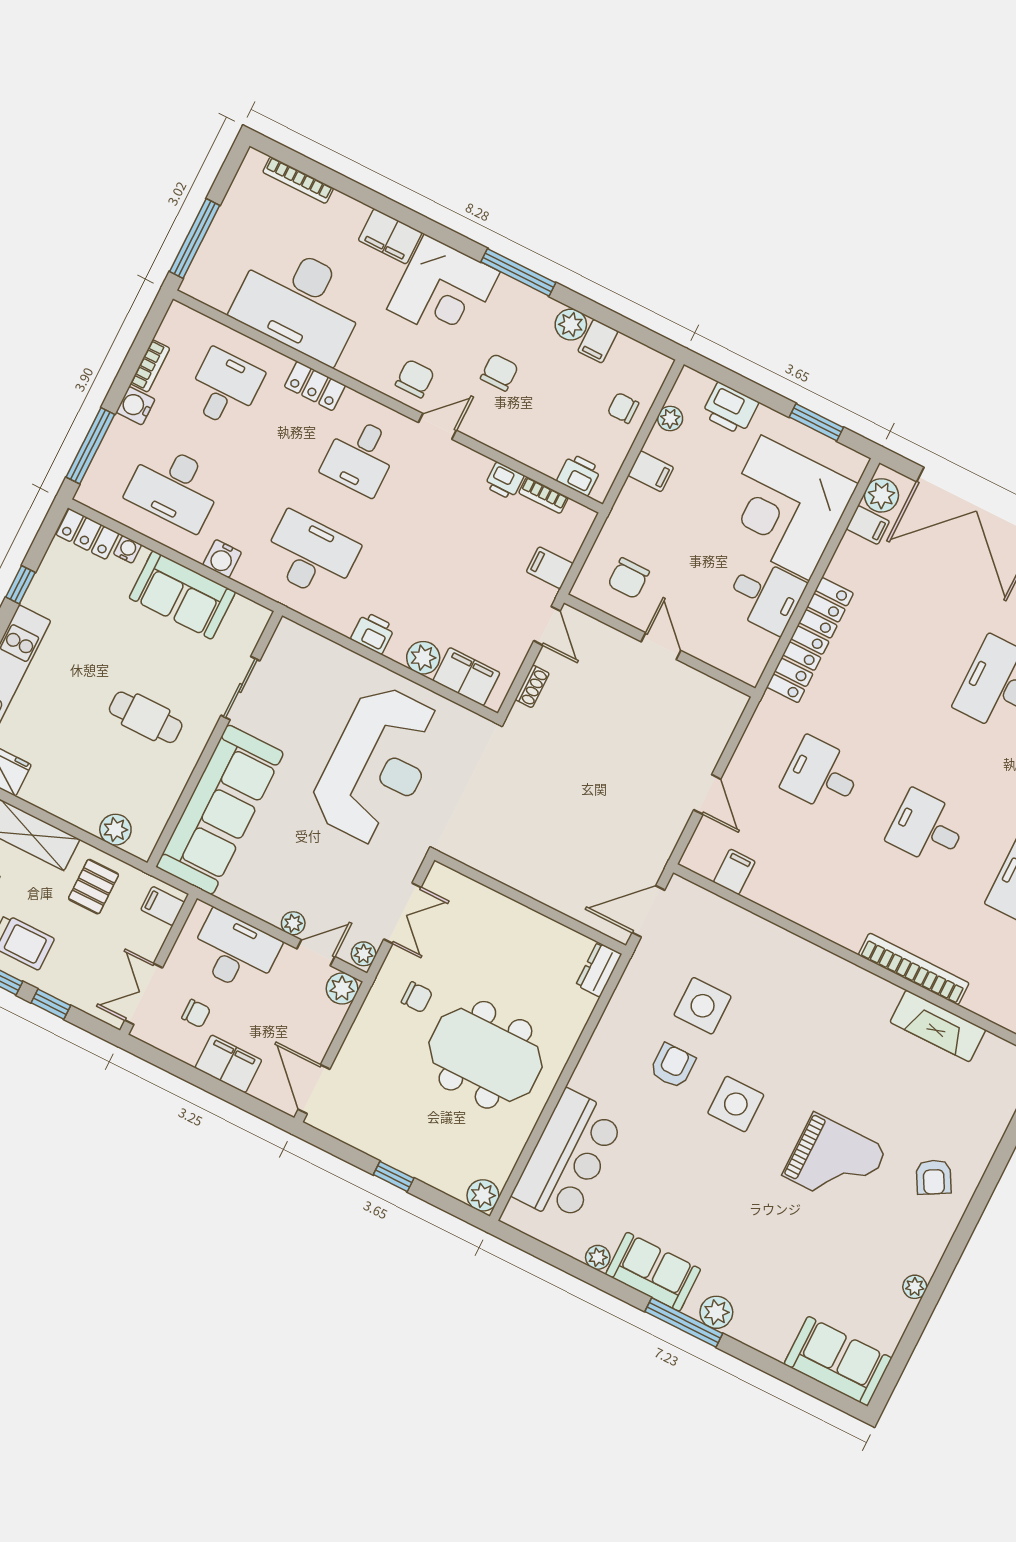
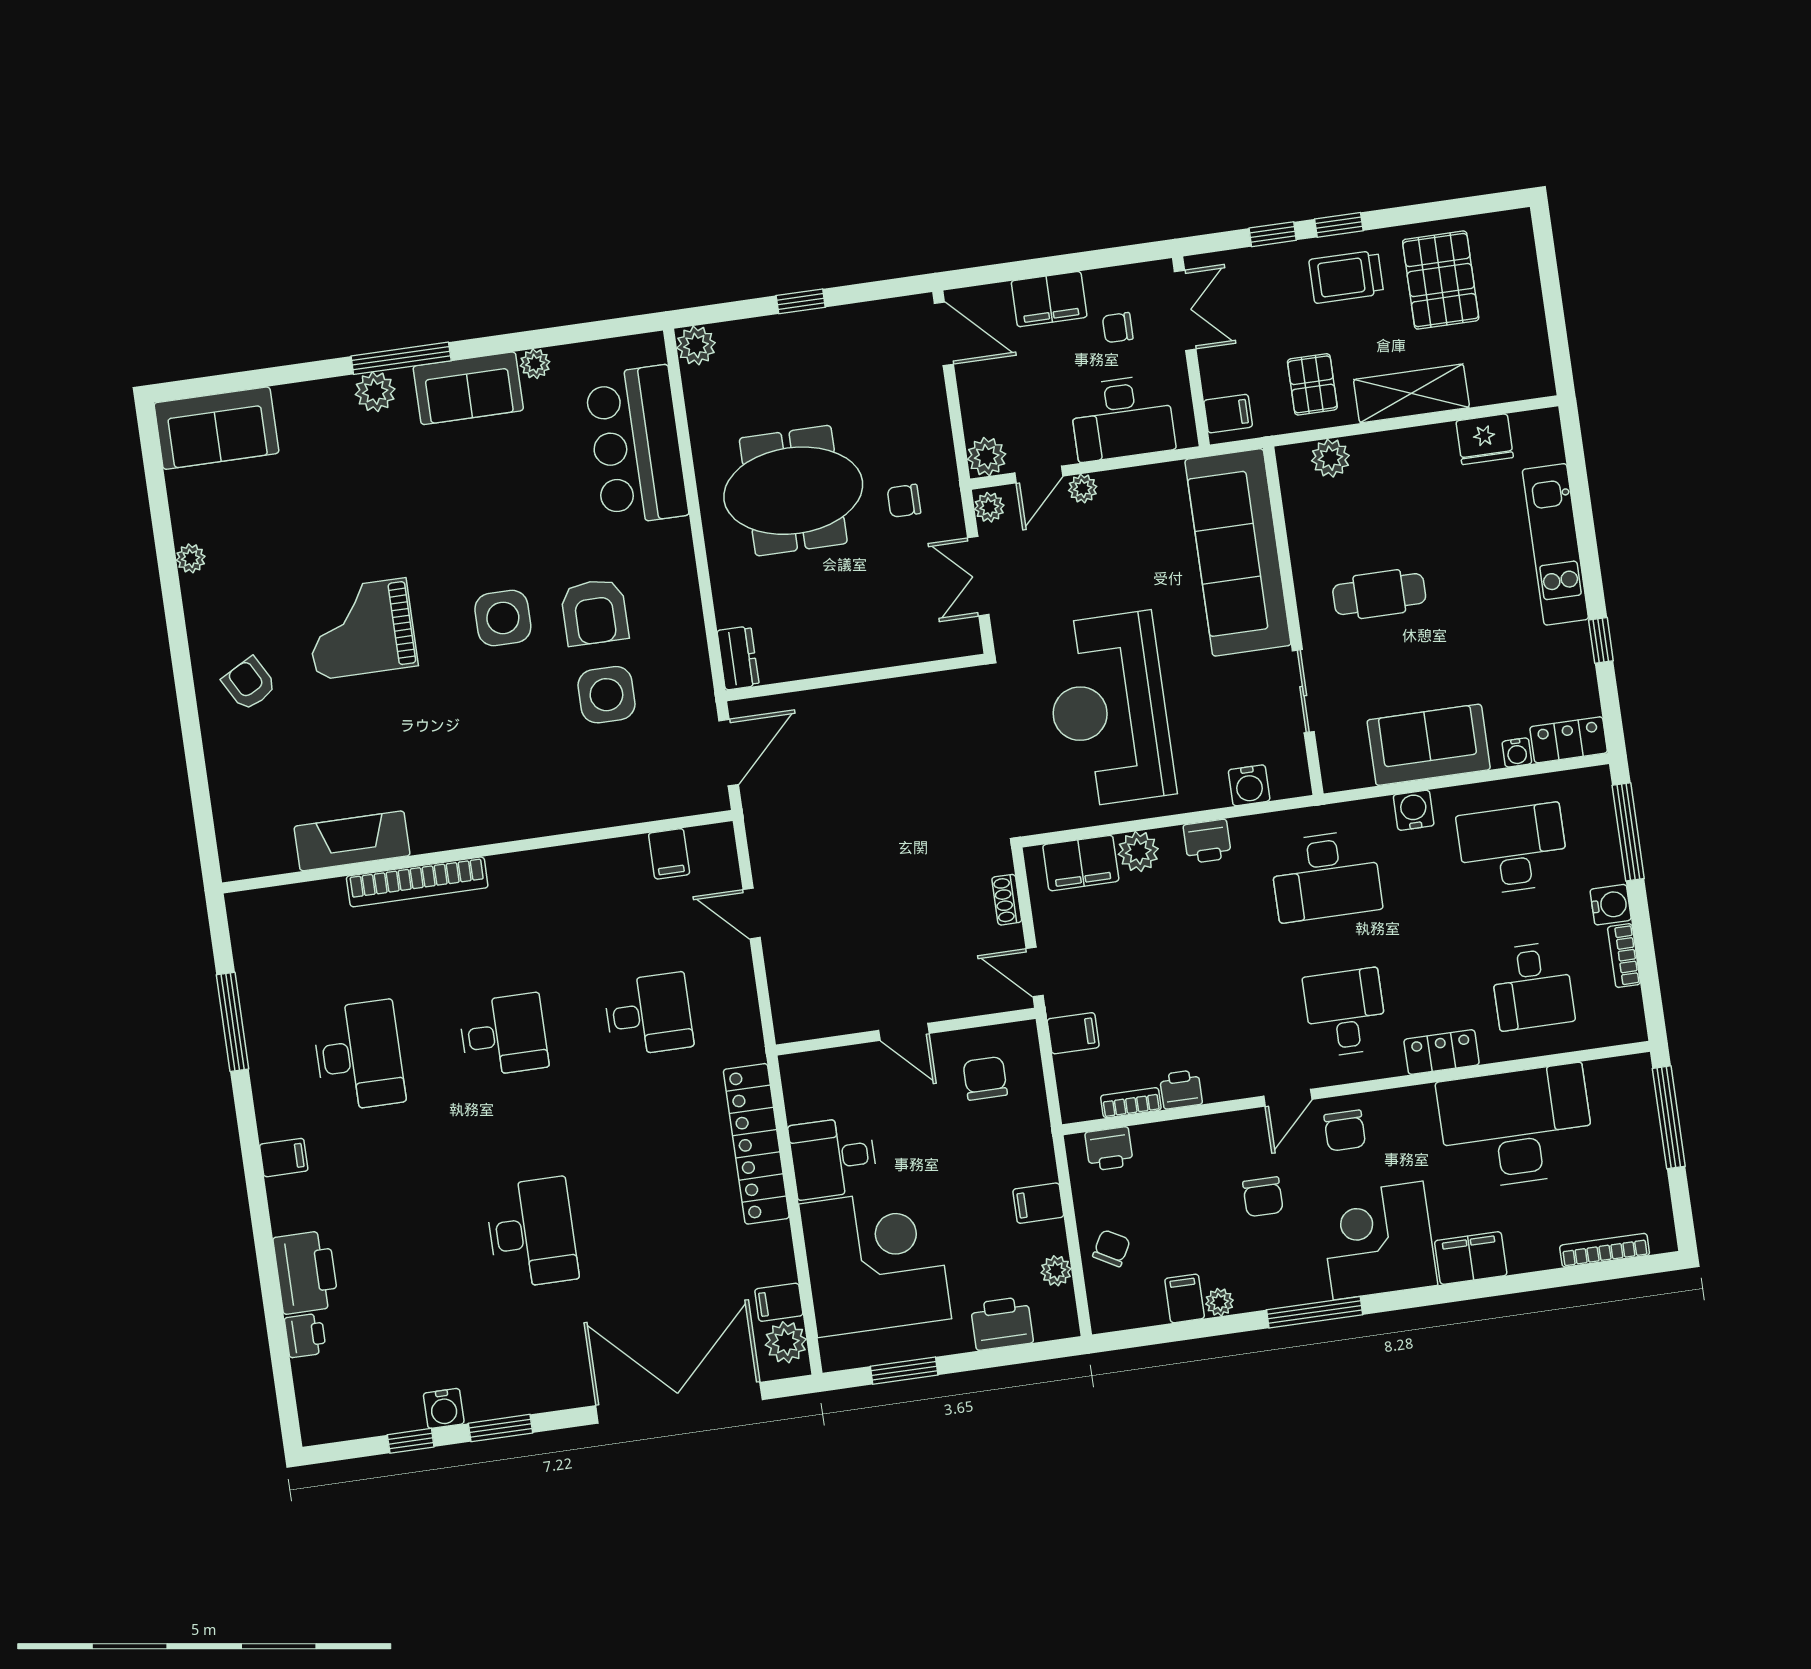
plant: (571, 325) -> (1219, 1302), width x0.73, depth x0.73
chair: (623, 408) -> (1111, 1248), turned -61
water cooler: (320, 651) -> (1249, 785), added
armchair: (673, 1066) -> (594, 612), width x1.38, depth x1.38

